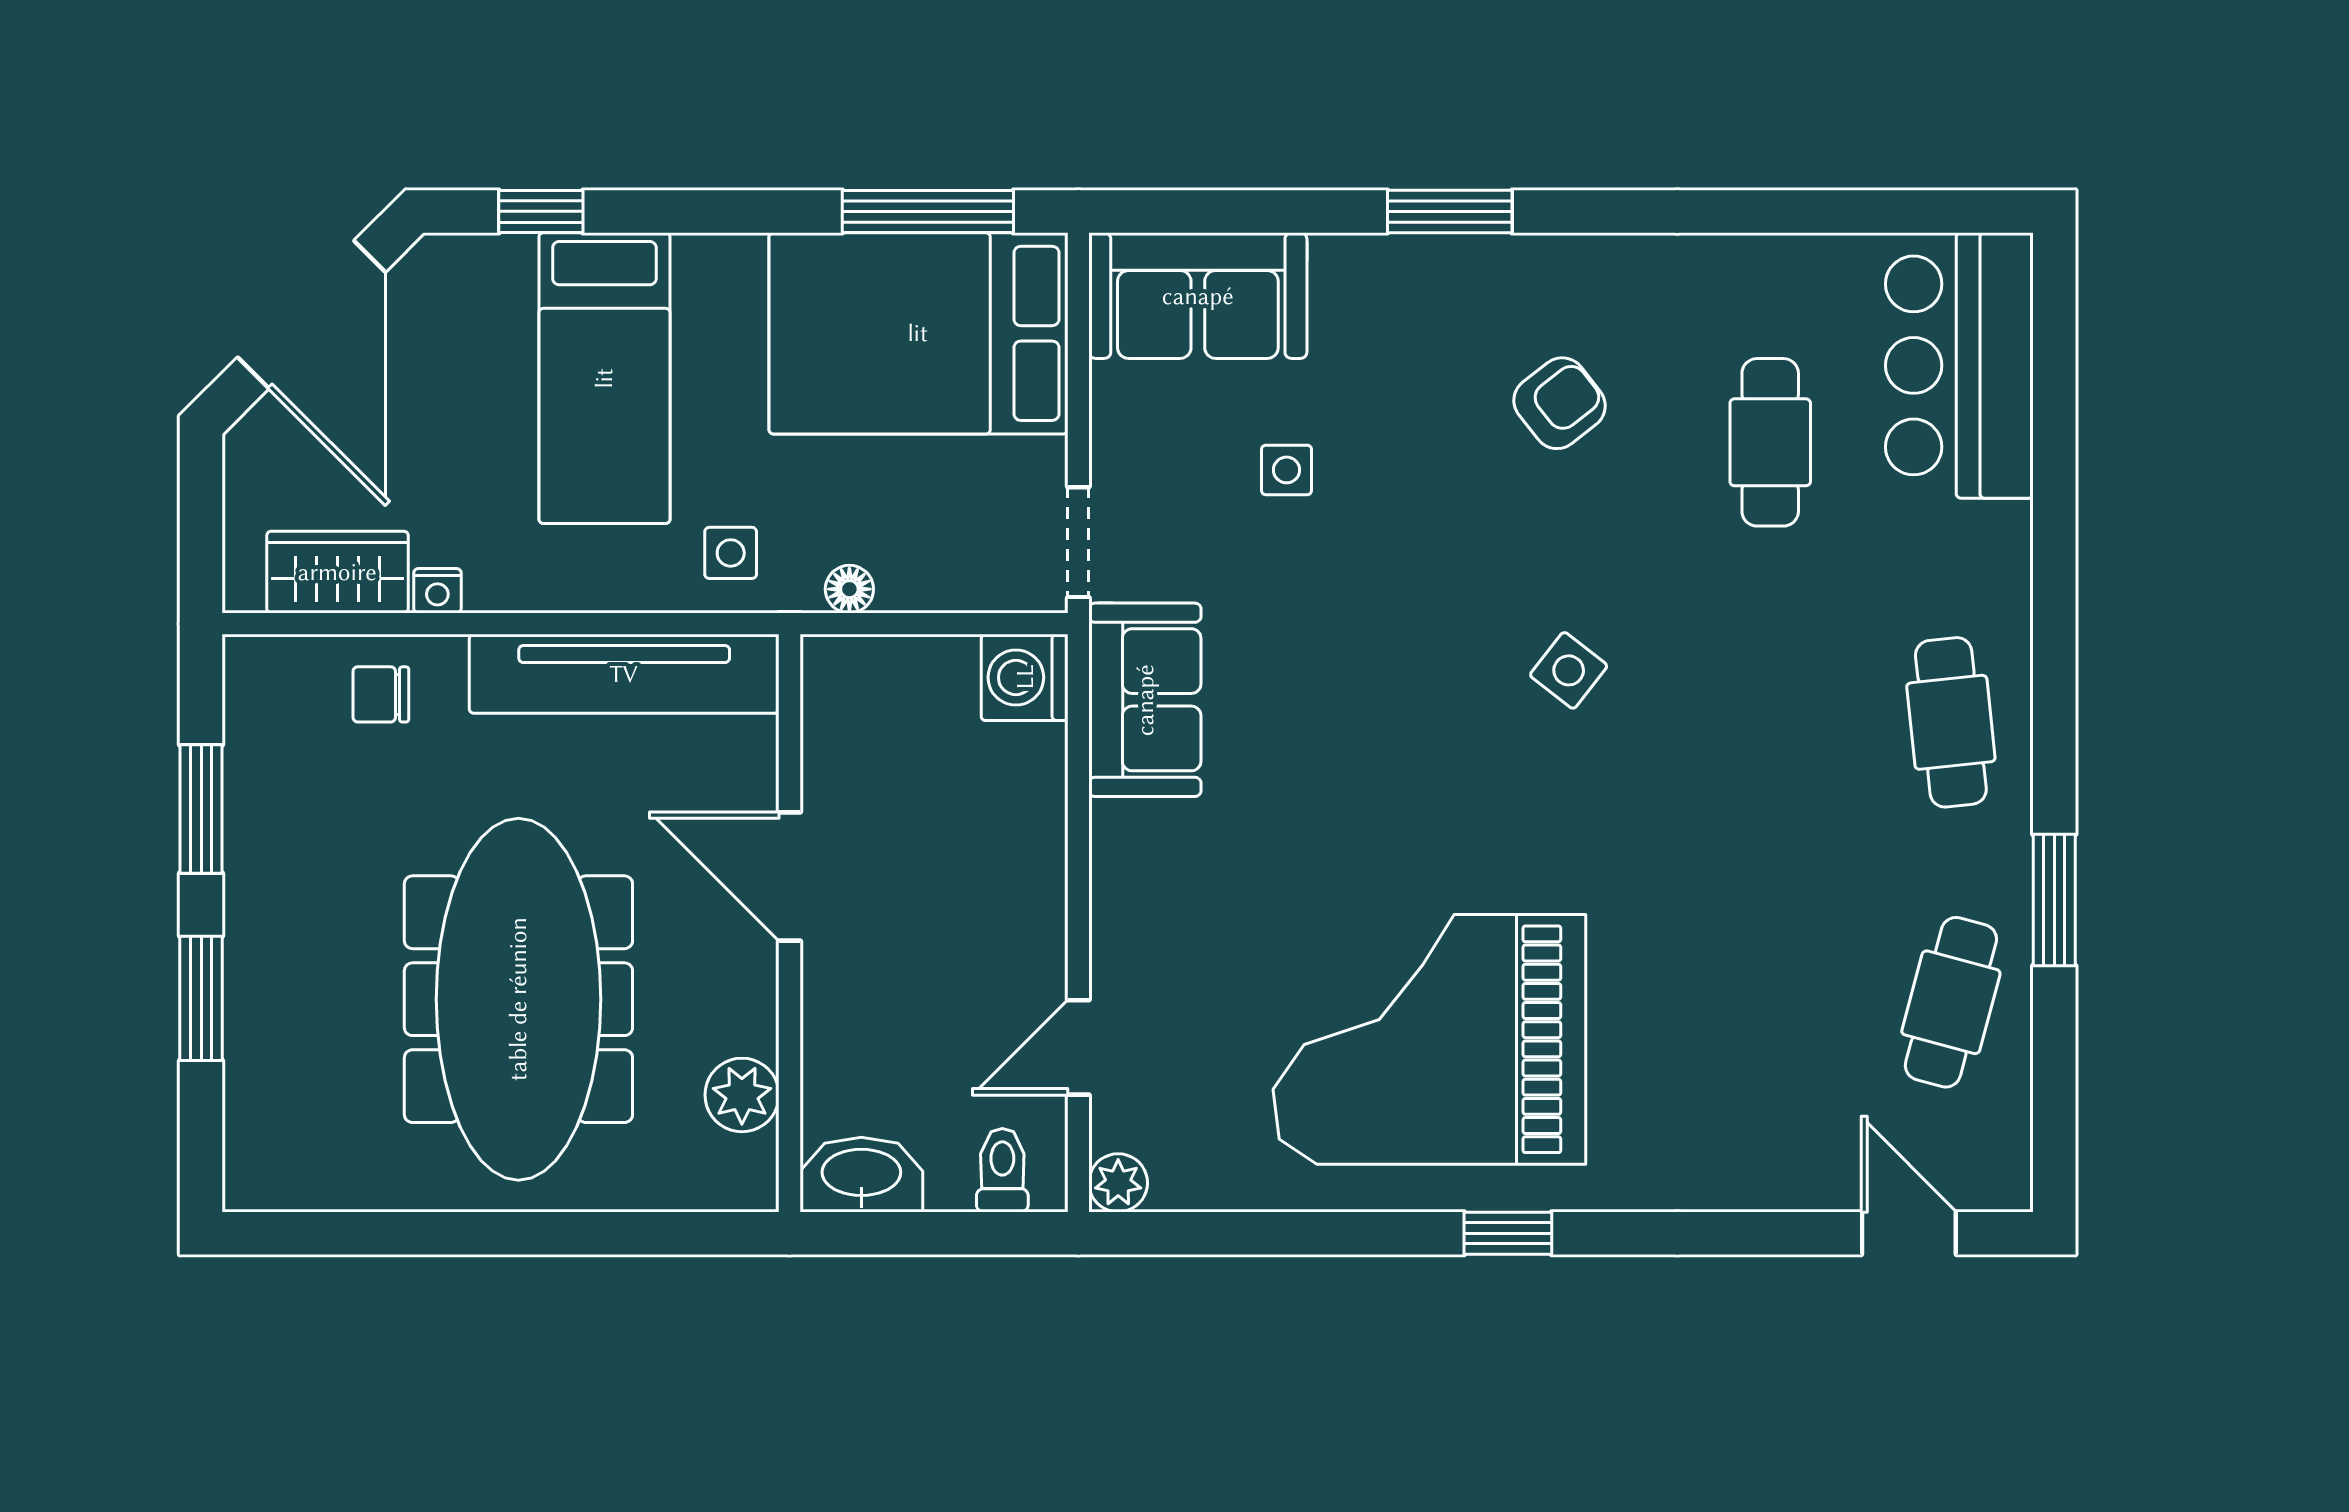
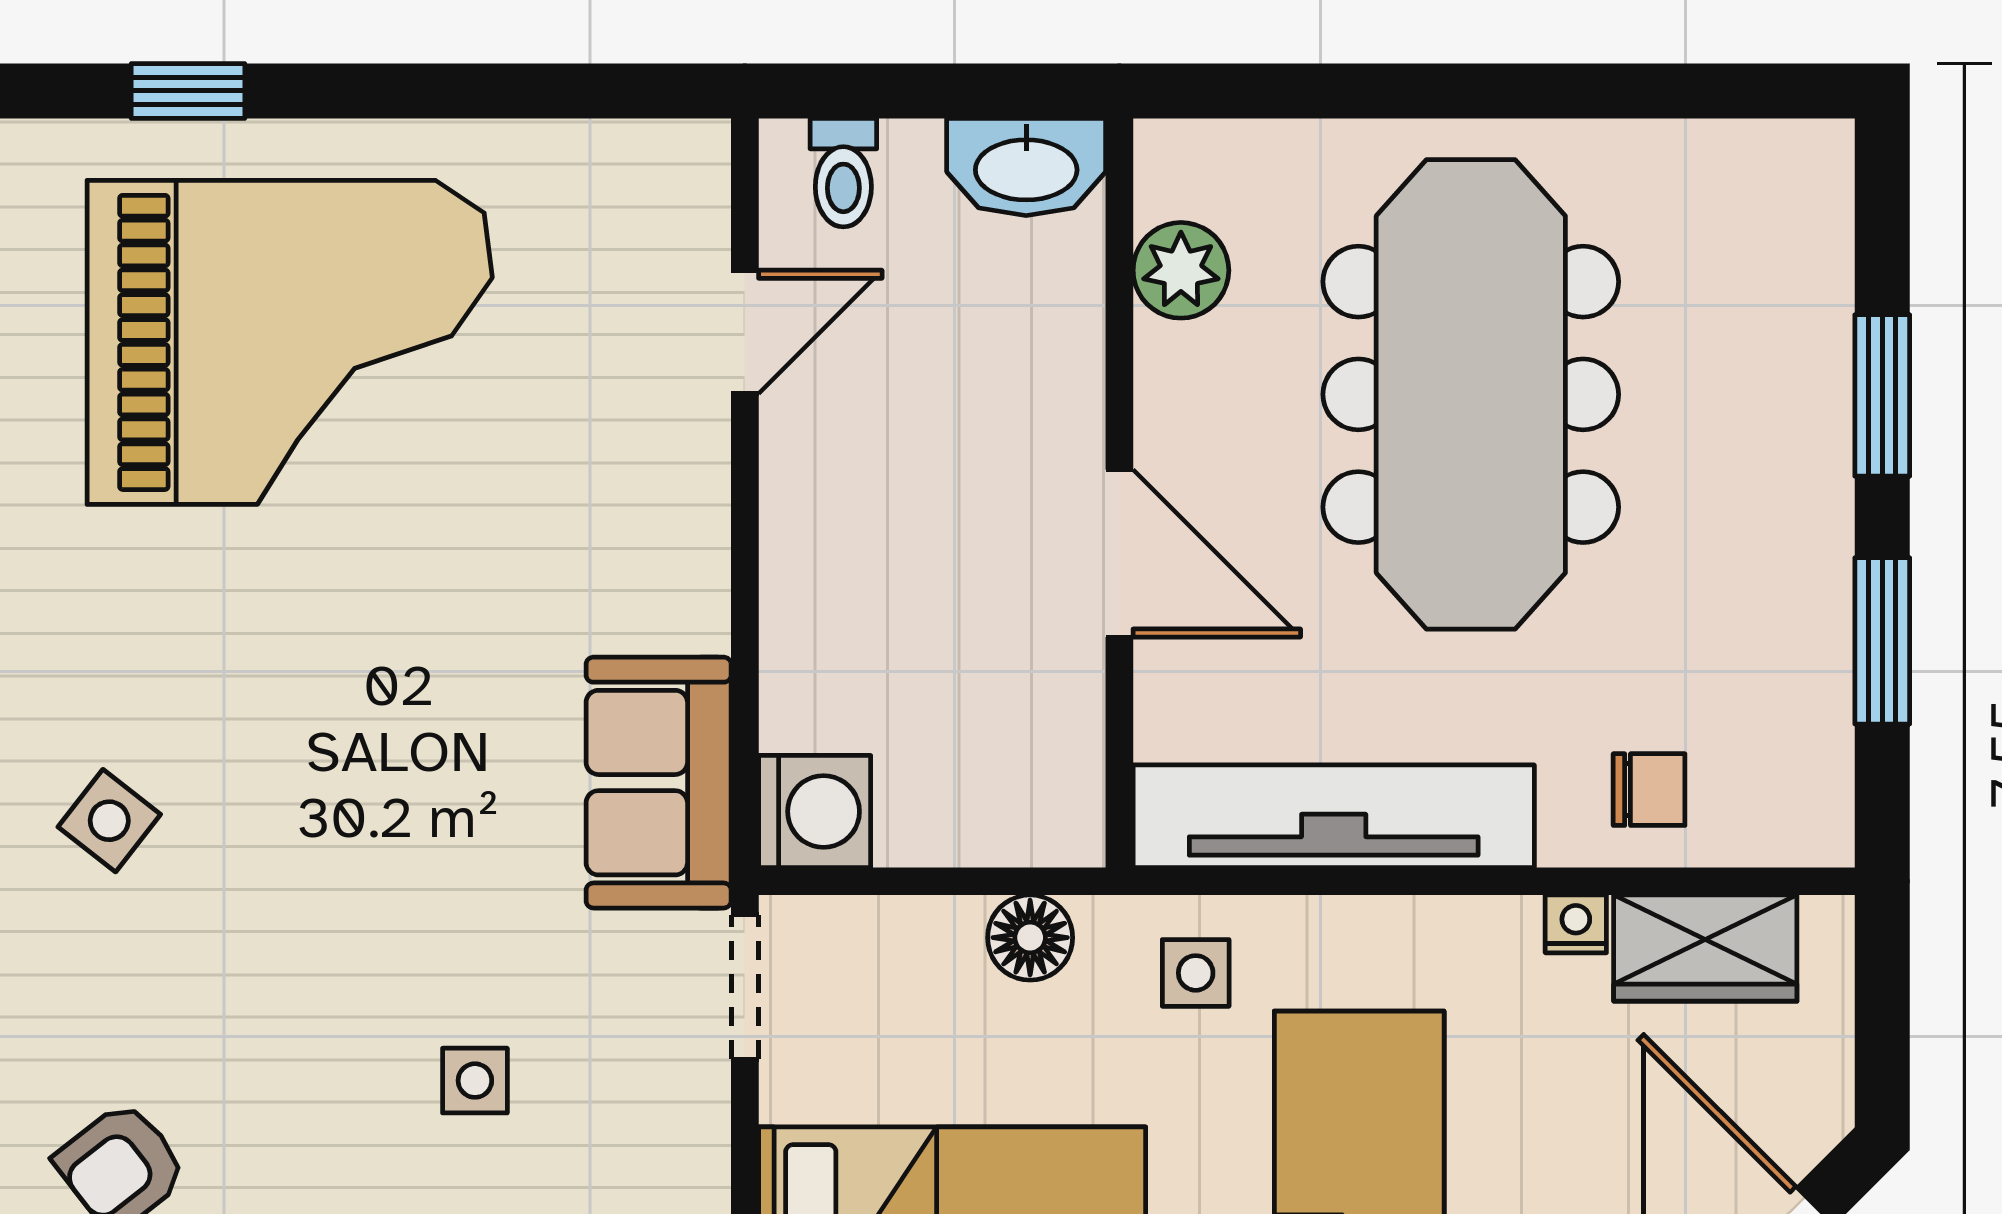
floor lamp: (849, 589) -> (1030, 938), width x1.37, depth x1.37
plant: (1118, 1183) -> (693, 156), removed

